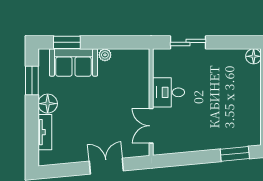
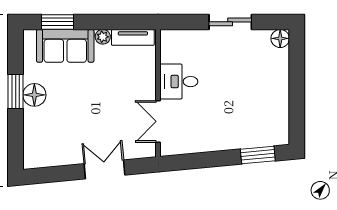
sliding door: (188, 42) -> (230, 22), moved
window: (32, 81) -> (16, 92), moved
tv unit: (45, 132) -> (133, 37), moved, turned 90

